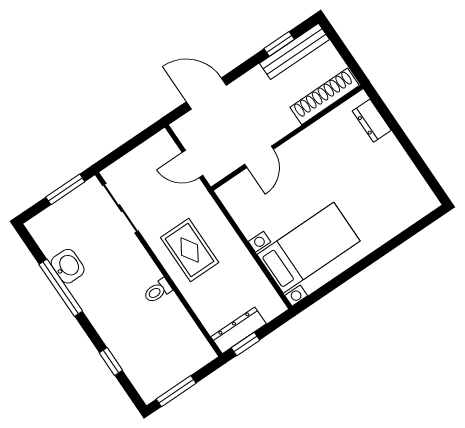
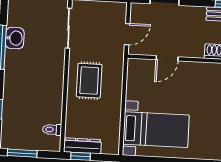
door: (192, 164) -> (127, 34), swing flipped
toilet: (158, 291) -> (52, 130), moved

